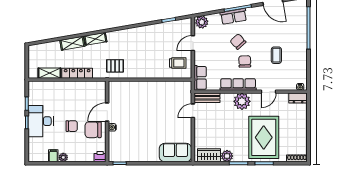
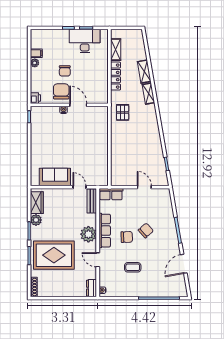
row of seats: (234, 16) -> (170, 226), removed
plant: (202, 22) -> (165, 196), removed
trolley: (178, 63) -> (125, 173), removed
desk: (41, 121) -> (85, 41), moved
sofa: (175, 153) -> (55, 177), moved, turned -90

